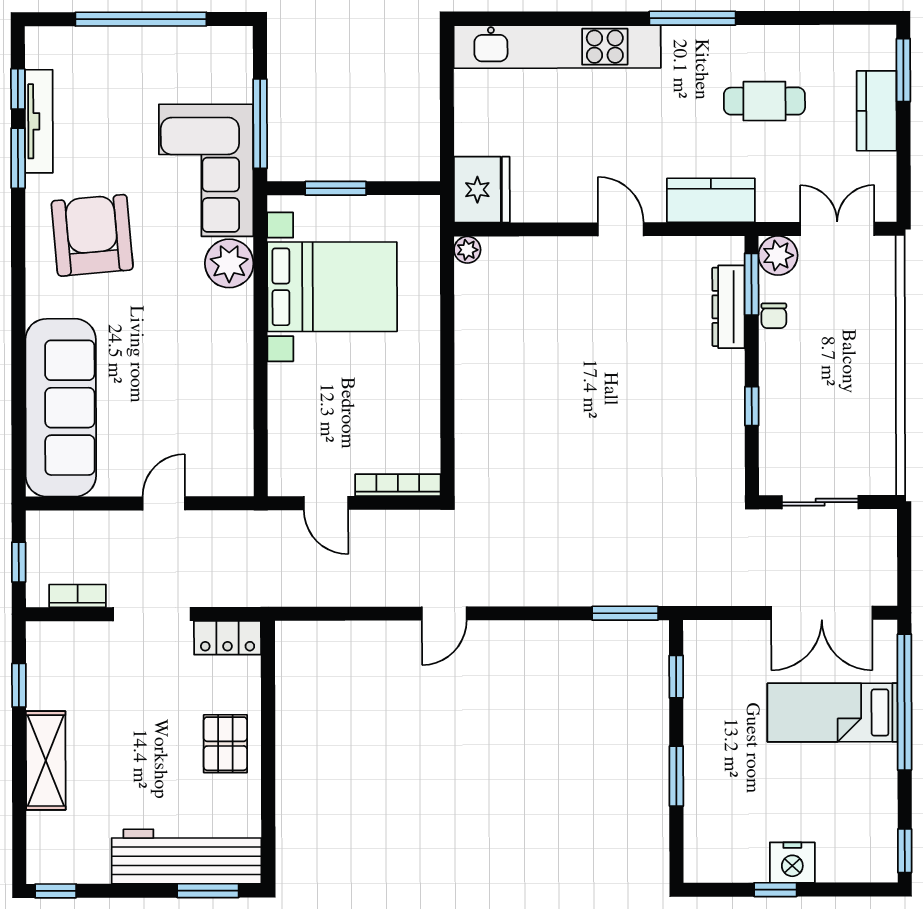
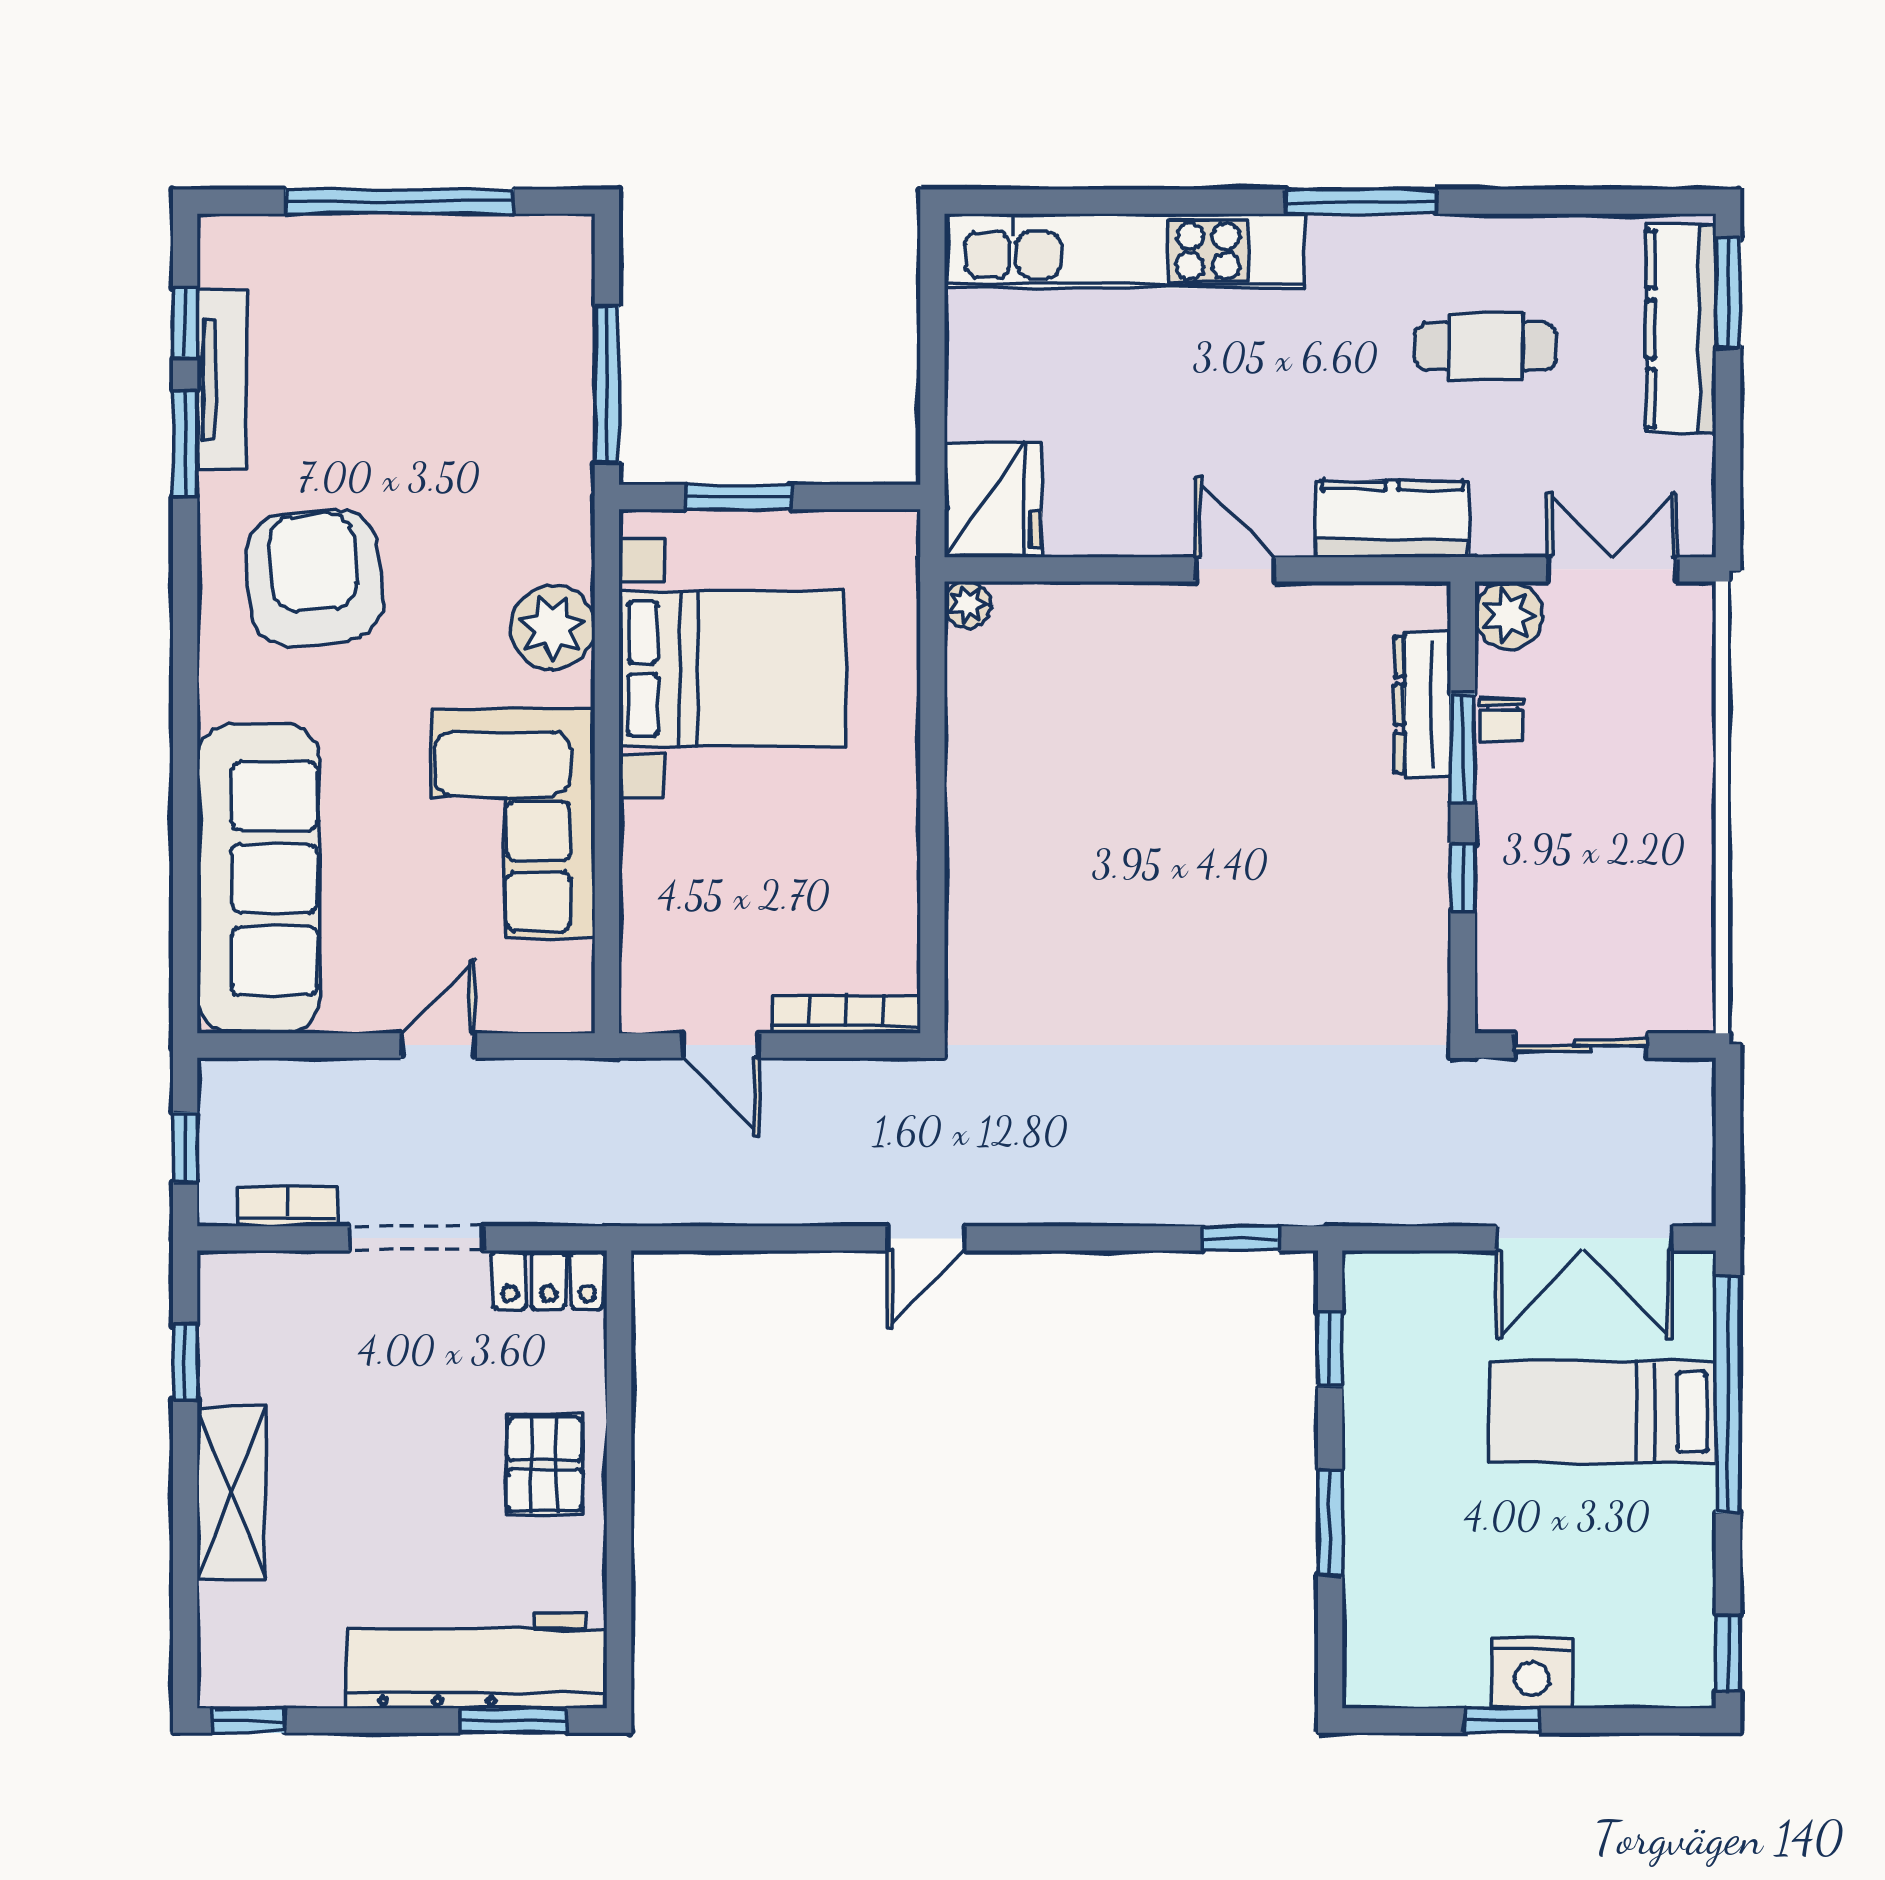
kitchen counter: (877, 111) -> (1681, 329), width x1.50
corner sofa: (206, 170) -> (513, 824), moved
window: (752, 284) -> (1463, 748), moved
window: (625, 613) -> (1241, 1238), width x0.67

